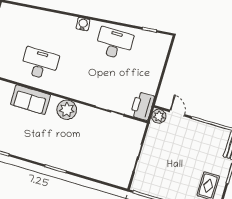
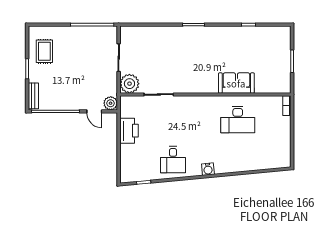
desk: (114, 43) -> (173, 160), width x0.73
printer: (142, 106) -> (129, 131), moved
plant: (67, 110) -> (129, 84), moved

